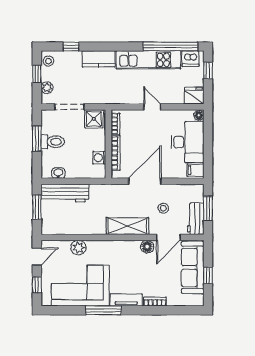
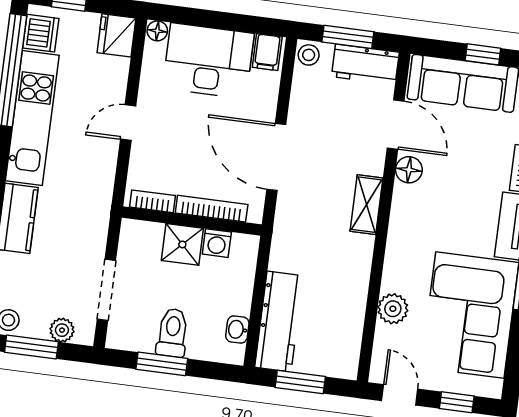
window: (37, 74) -> (31, 347), width x1.50
shower: (94, 119) -> (182, 244), moved
stool: (163, 208) -> (309, 55), moved
shelving: (127, 226) -> (367, 205), width x0.67, depth x0.75

